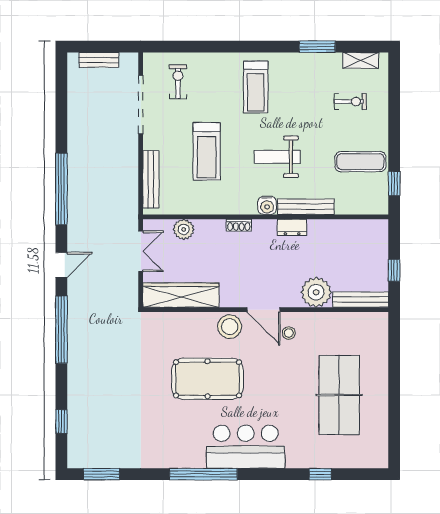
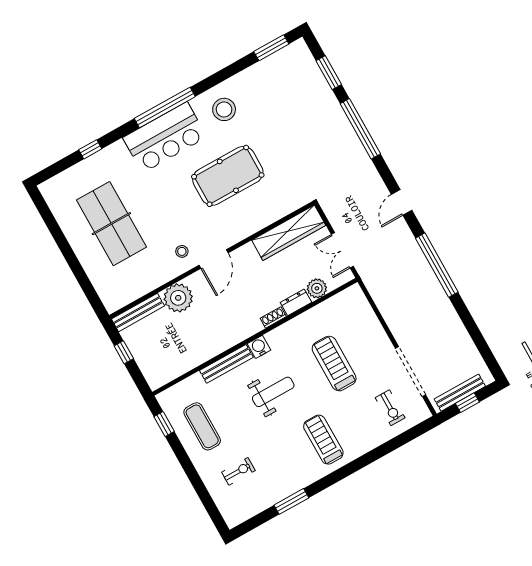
window: (104, 47) -> (467, 403), added
bench: (99, 60) -> (460, 393), width x1.36
shelving: (361, 60) -> (249, 510), removed
exercise bike: (350, 102) -> (238, 471), turned 180
exercise mat: (360, 162) -> (202, 426), turned 90
bench: (151, 179) -> (367, 314), removed
dresser: (292, 227) -> (296, 302), moved
door: (264, 310) -> (214, 259), swing flipped
stool: (230, 327) -> (224, 109), moved
window: (61, 330) -> (360, 129), moved
window: (61, 422) -> (329, 73), width x1.50
window: (203, 474) -> (165, 108), moved

